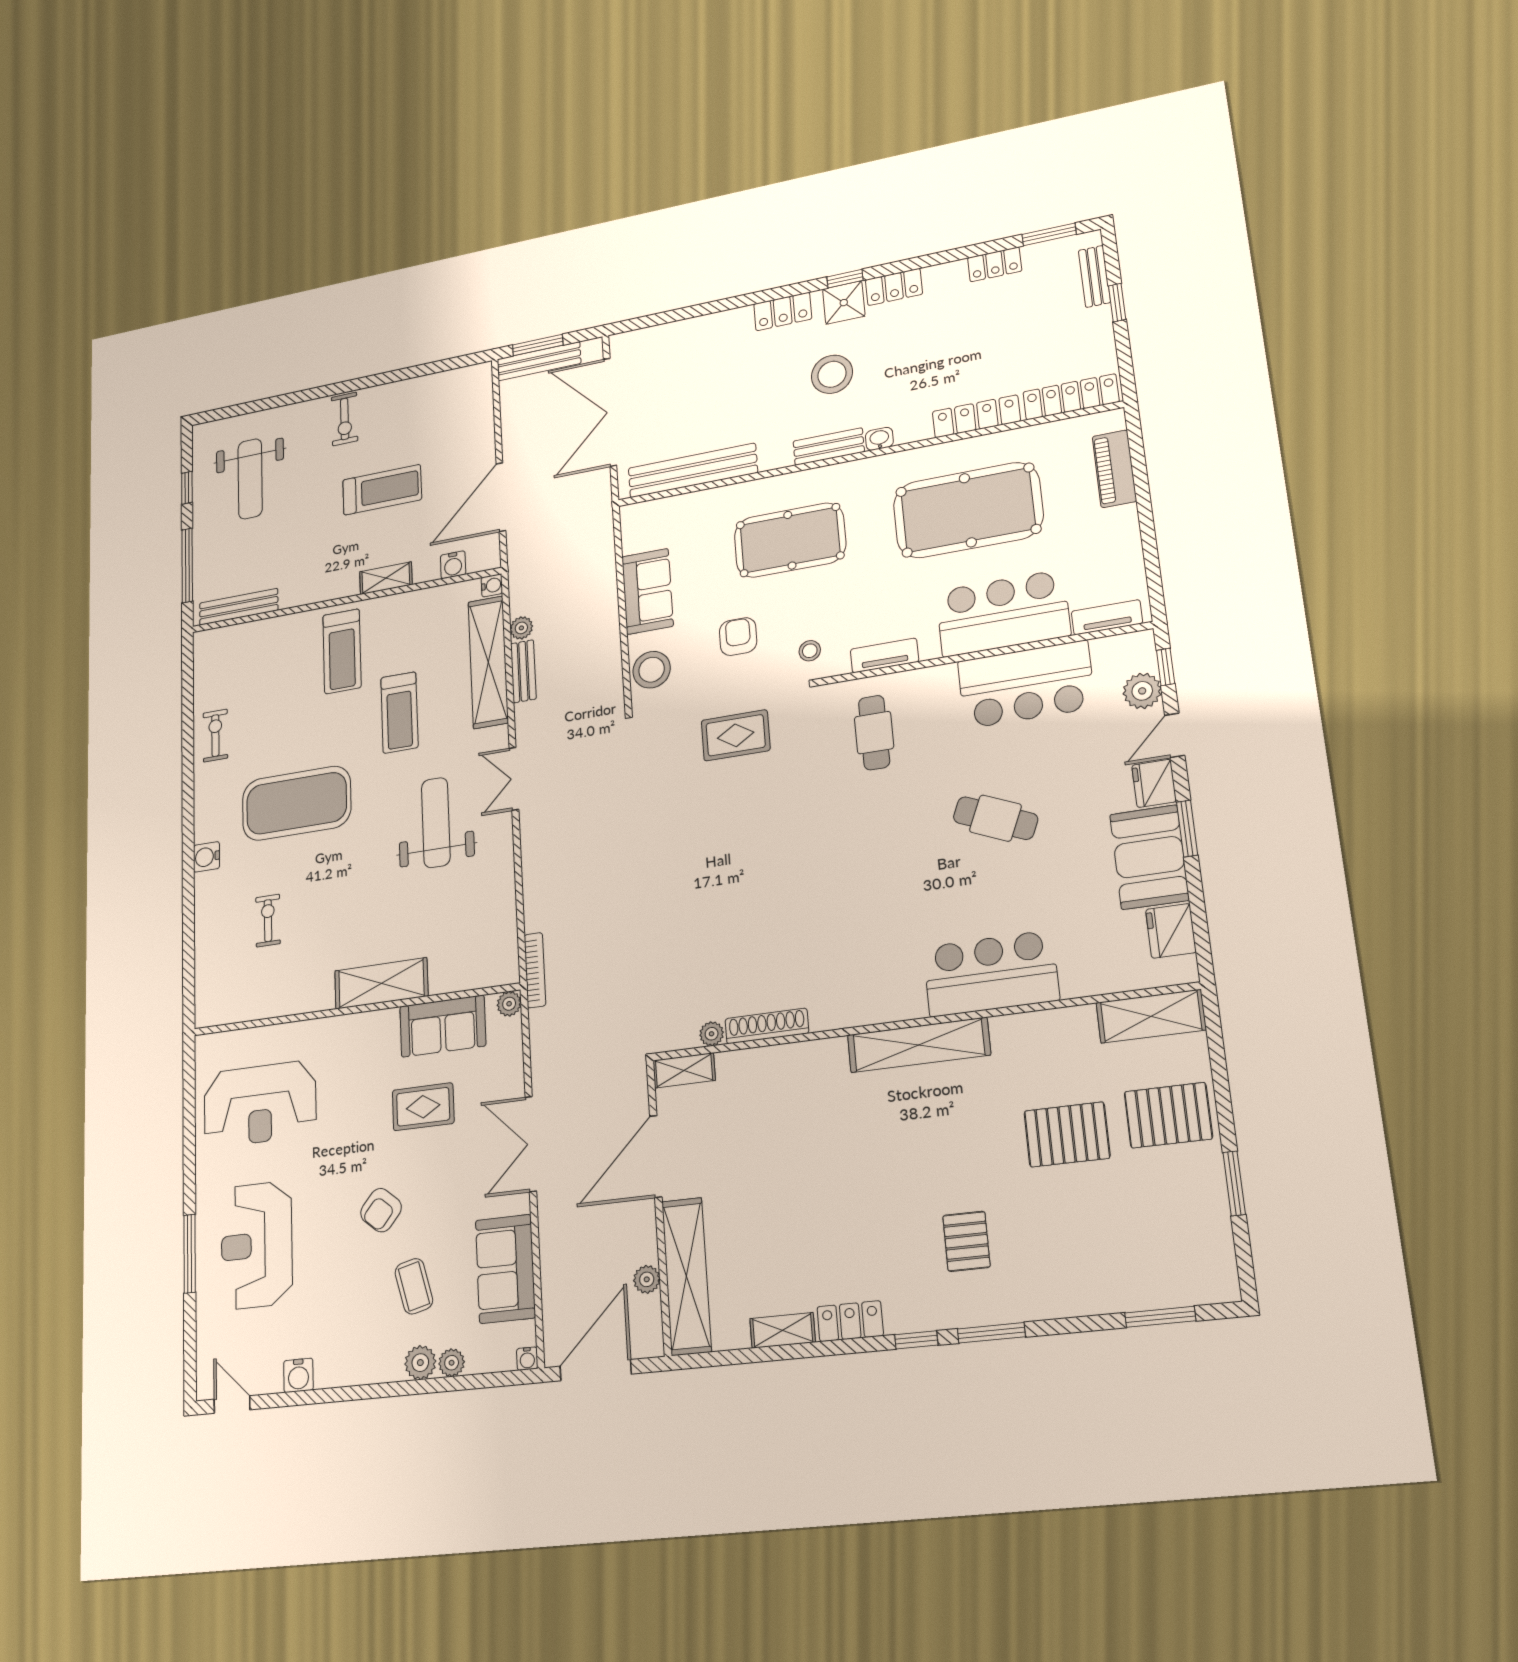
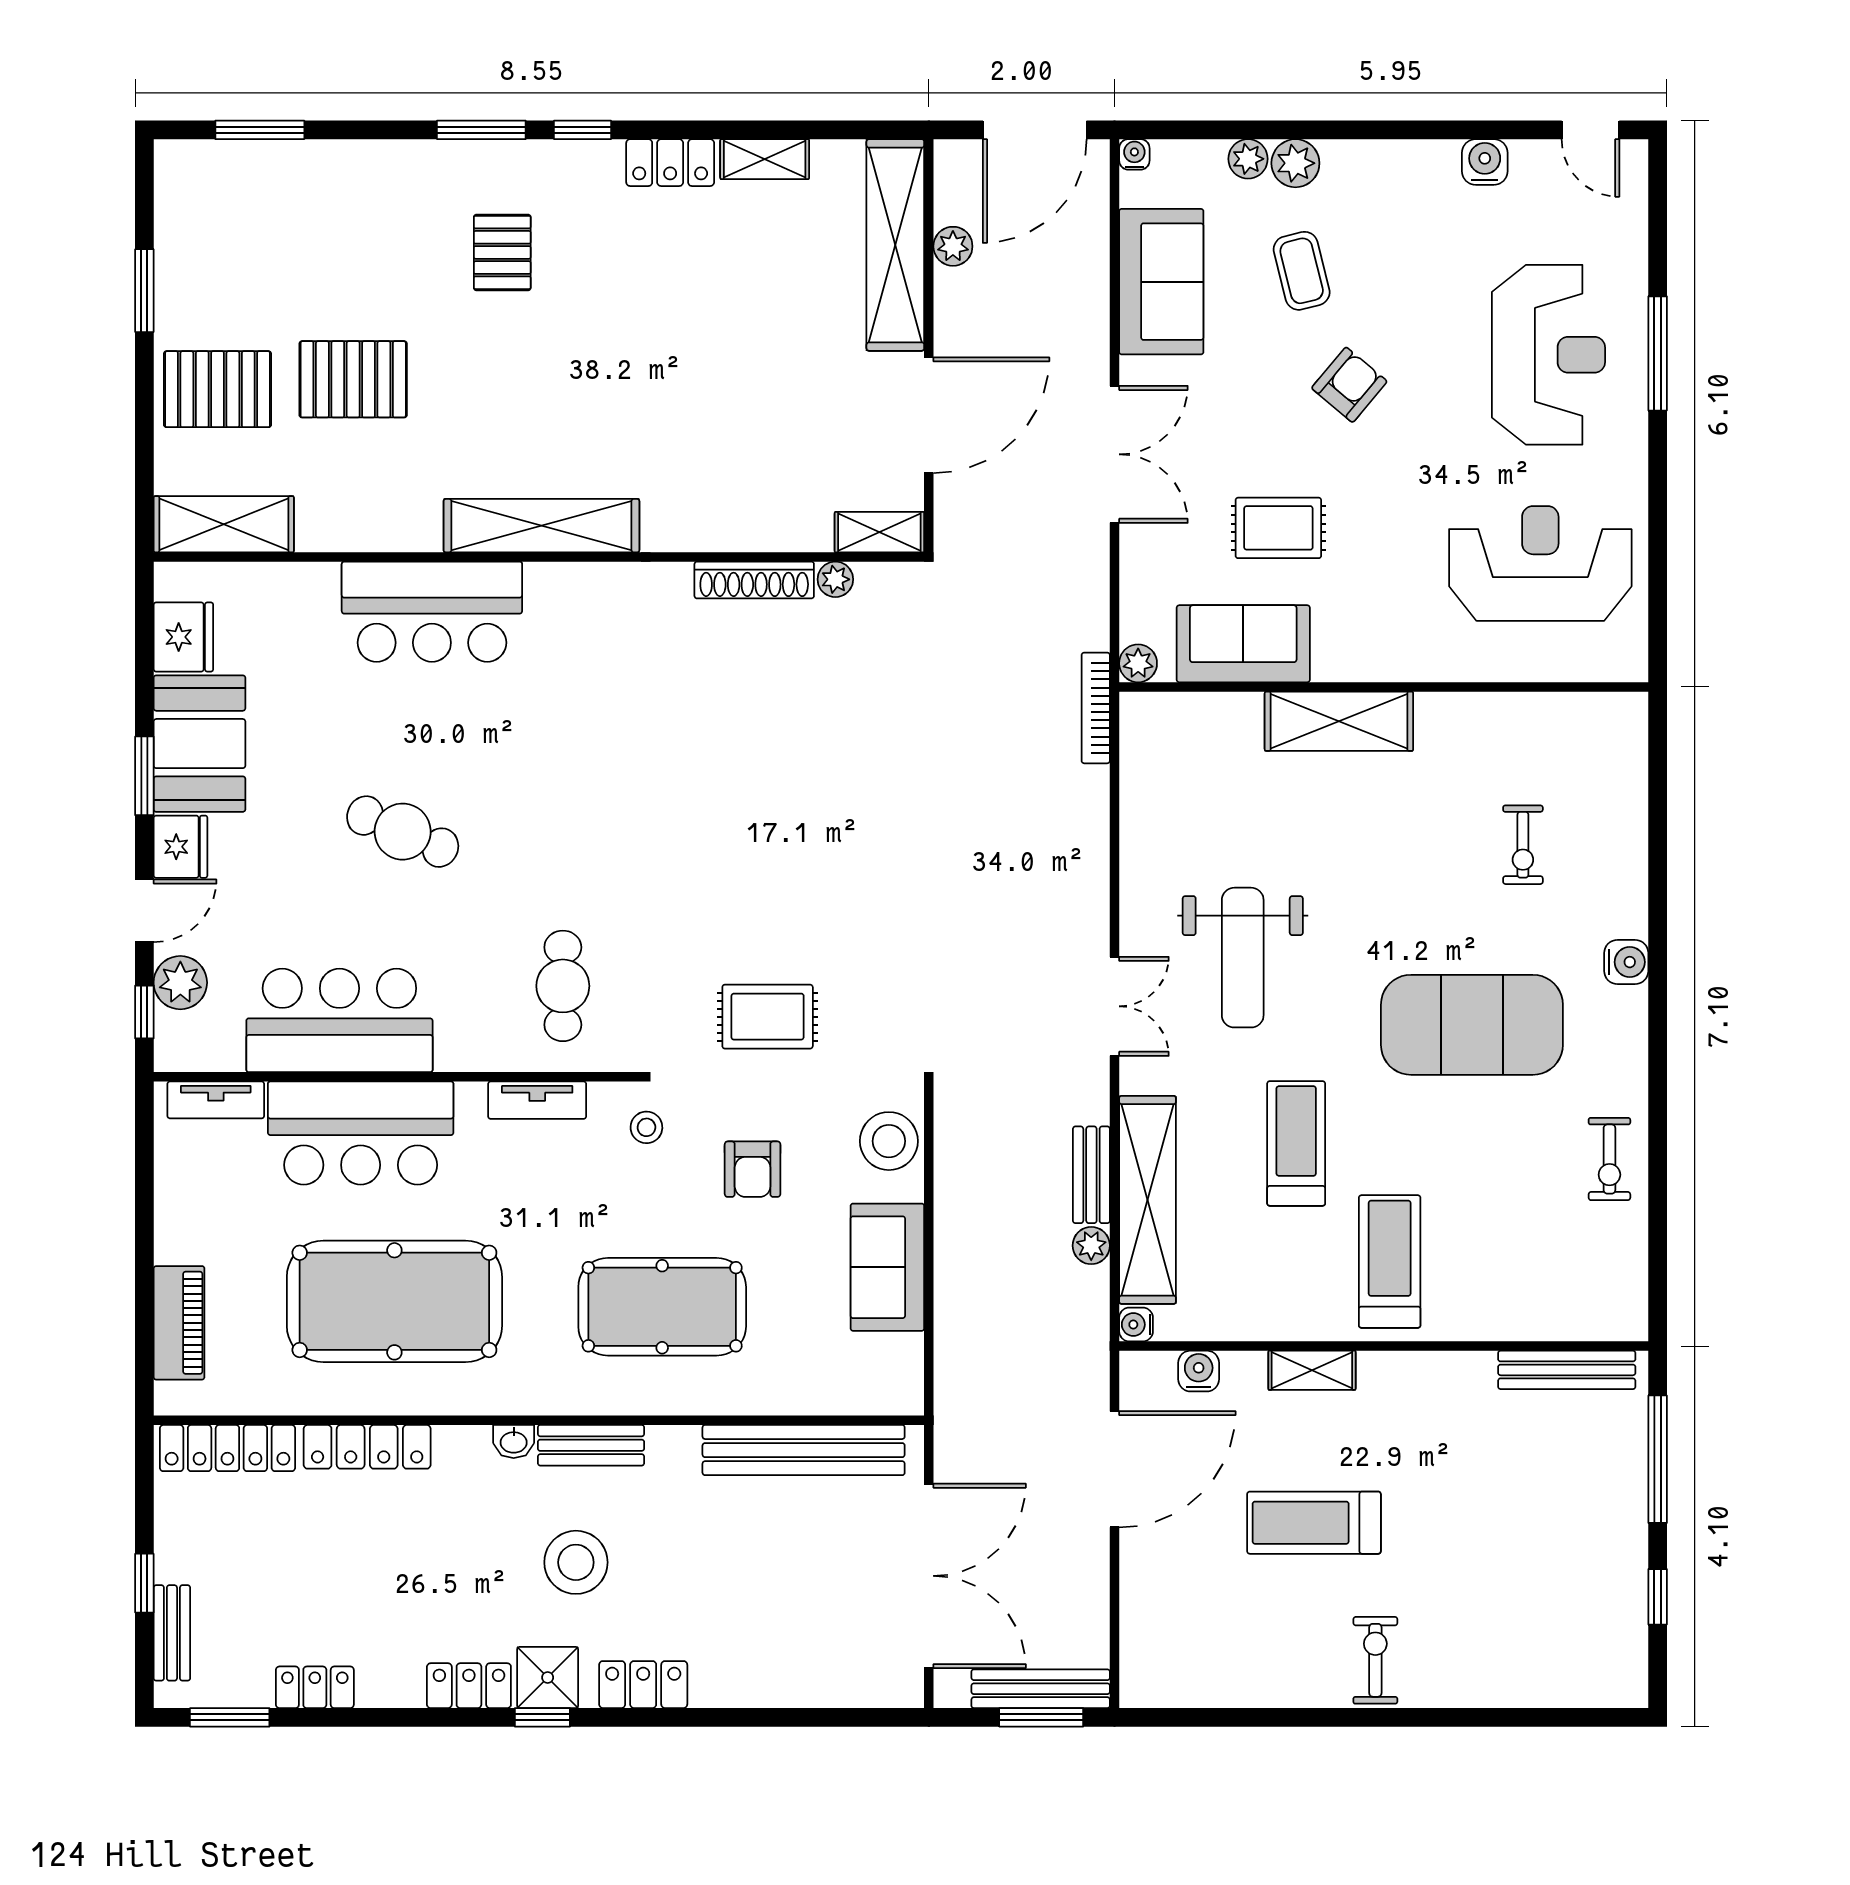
weight bench: (250, 479) -> (1544, 1589), removed

